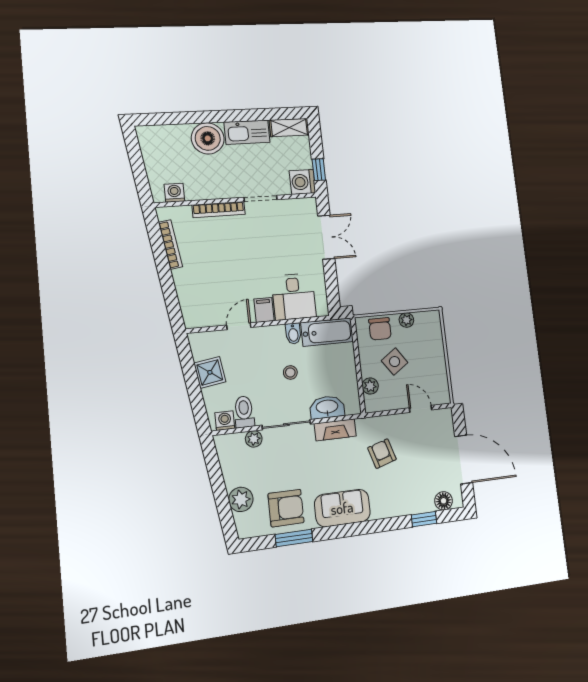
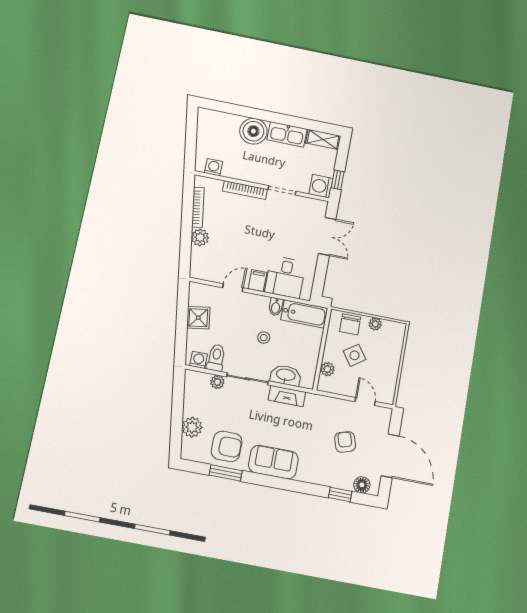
plant: (184, 279) -> (200, 237), added
armchair: (382, 454) -> (345, 442), moved

